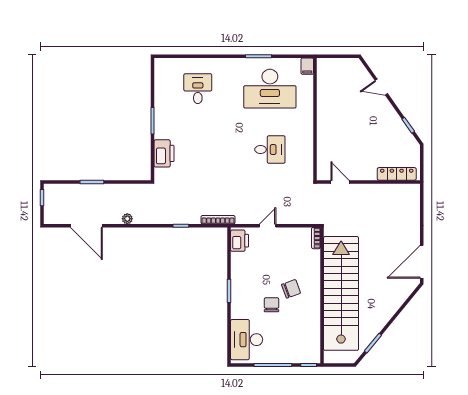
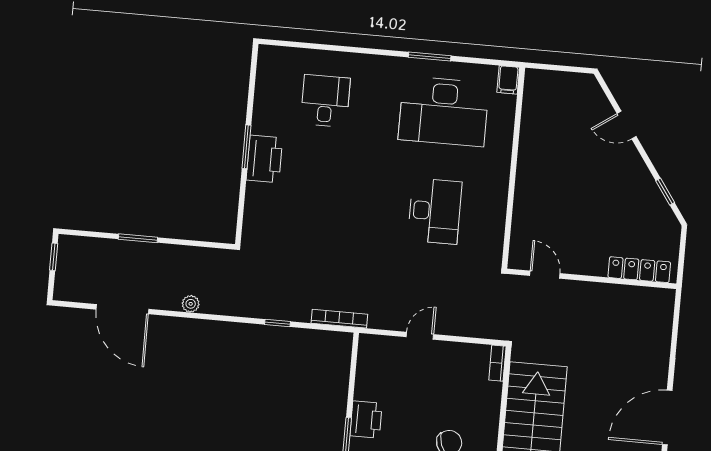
desk: (270, 150) -> (435, 211), width x1.37
printer: (164, 153) -> (264, 159), moved
printer: (240, 241) -> (366, 420), moved

